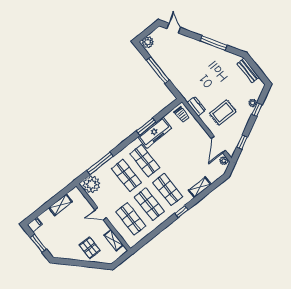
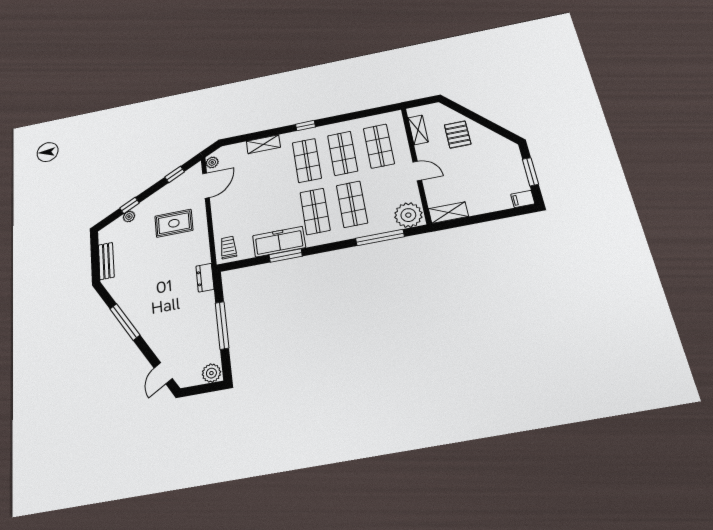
dresser: (196, 106) -> (205, 278), moved
shelving: (60, 205) -> (448, 213), moved

